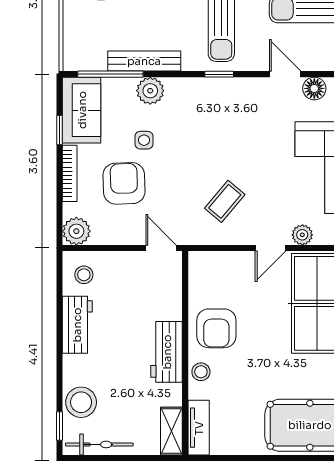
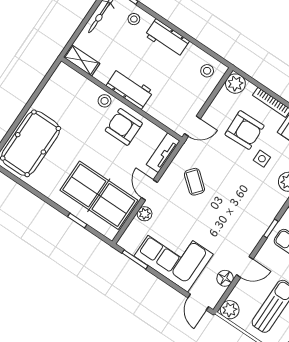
workbench: (77, 325) -> (167, 38), moved
stool: (81, 402) -> (134, 19), width x0.53, depth x0.53
tv unit: (199, 428) -> (163, 153), moved, turned 90

